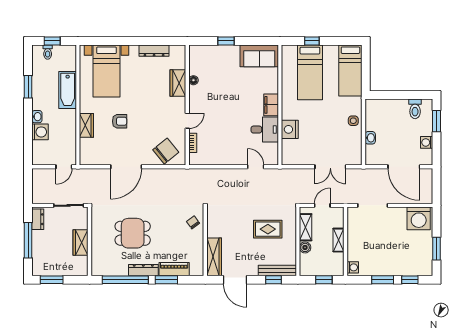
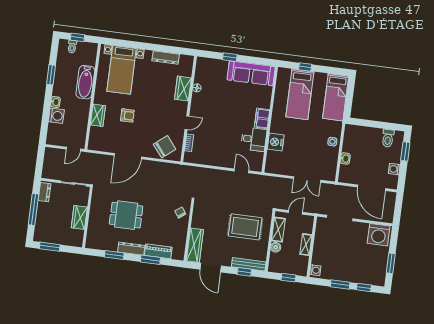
sofa: (259, 56) -> (251, 73), width x1.36
rug: (268, 229) -> (245, 227), width x1.36, depth x1.43
window: (125, 280) -> (114, 255), width x0.47

